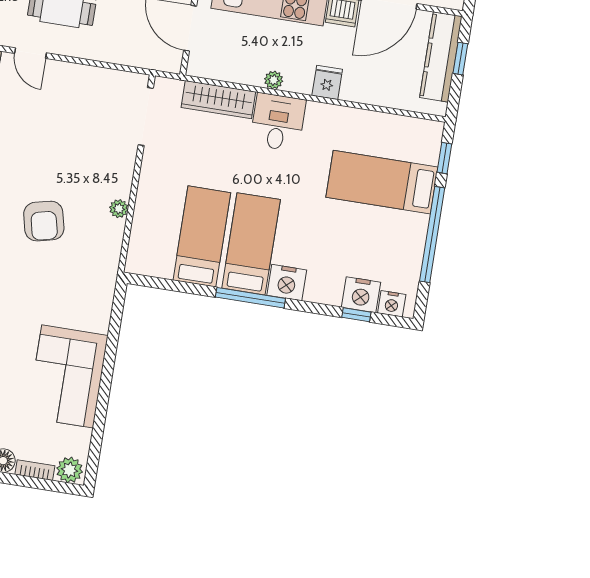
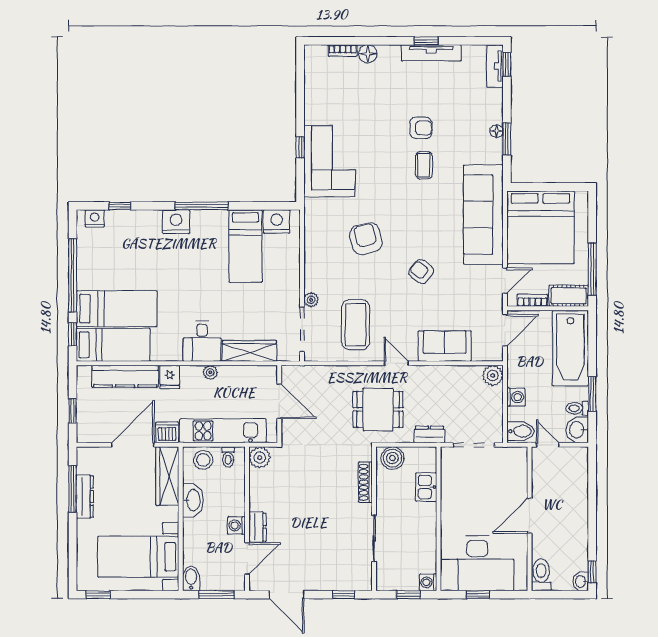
kitchen counter: (441, 57) -> (125, 376), moved, turned 90
coffee table: (75, 112) -> (356, 325), added
plant: (119, 209) -> (311, 300), moved
bed: (251, 244) -> (113, 345), moved, turned -90
nightstand: (361, 295) -> (276, 222), moved
window: (110, 353) -> (300, 147), added
corner sofa: (68, 376) -> (329, 161), moved
plant: (70, 470) -> (317, 55), removed

